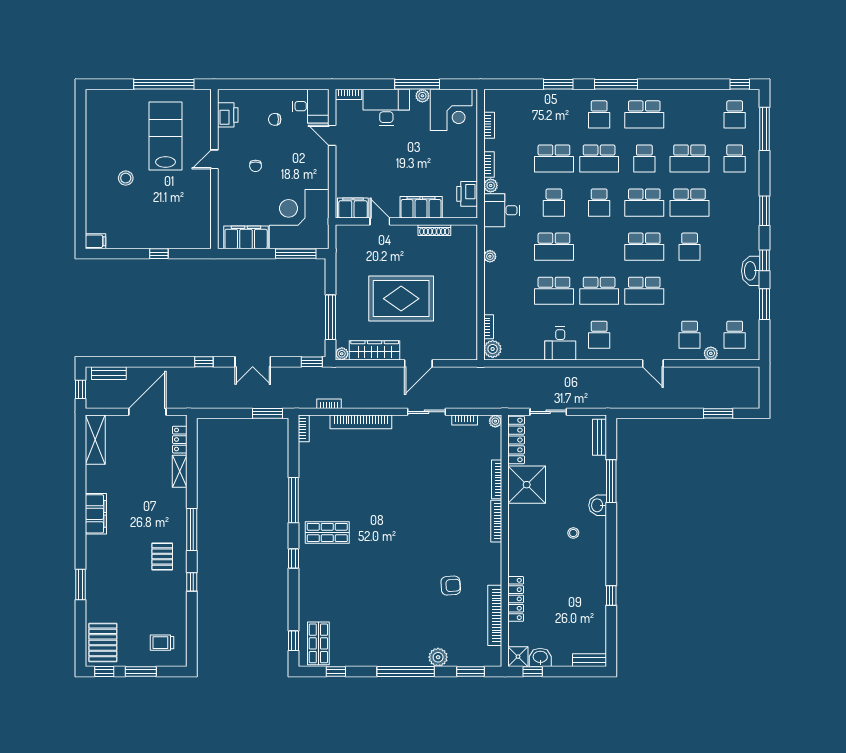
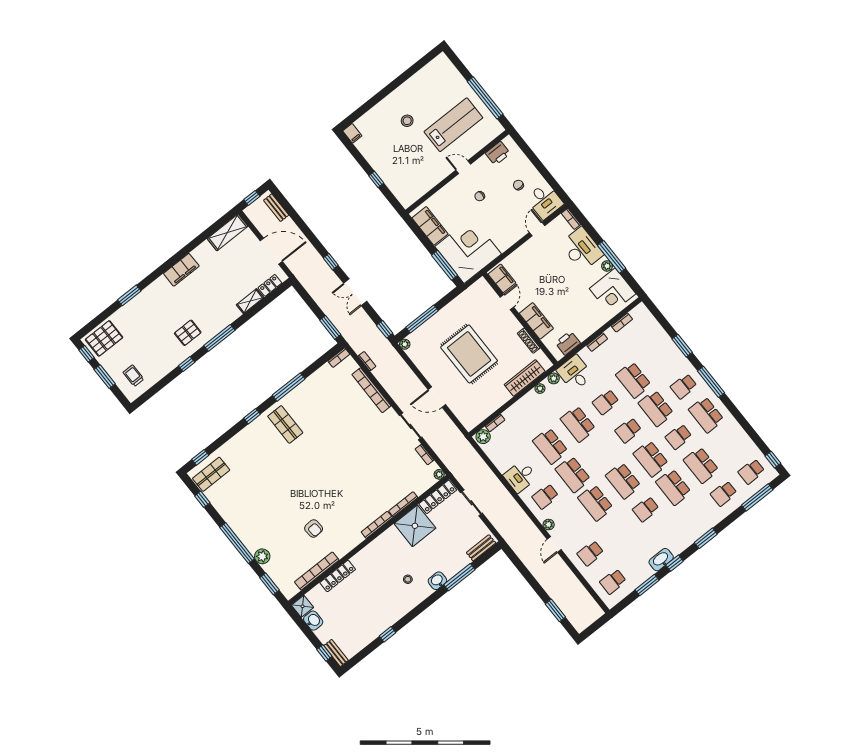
plant: (491, 185) -> (554, 378), moved
wardrobe: (375, 350) -> (525, 378), moved, turned -90
plant: (711, 353) -> (549, 525), moved
window: (533, 671) -> (324, 653), moved

